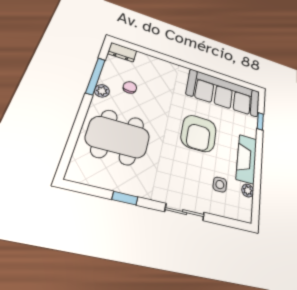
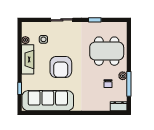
armchair: (199, 133) -> (61, 67), turned 180

